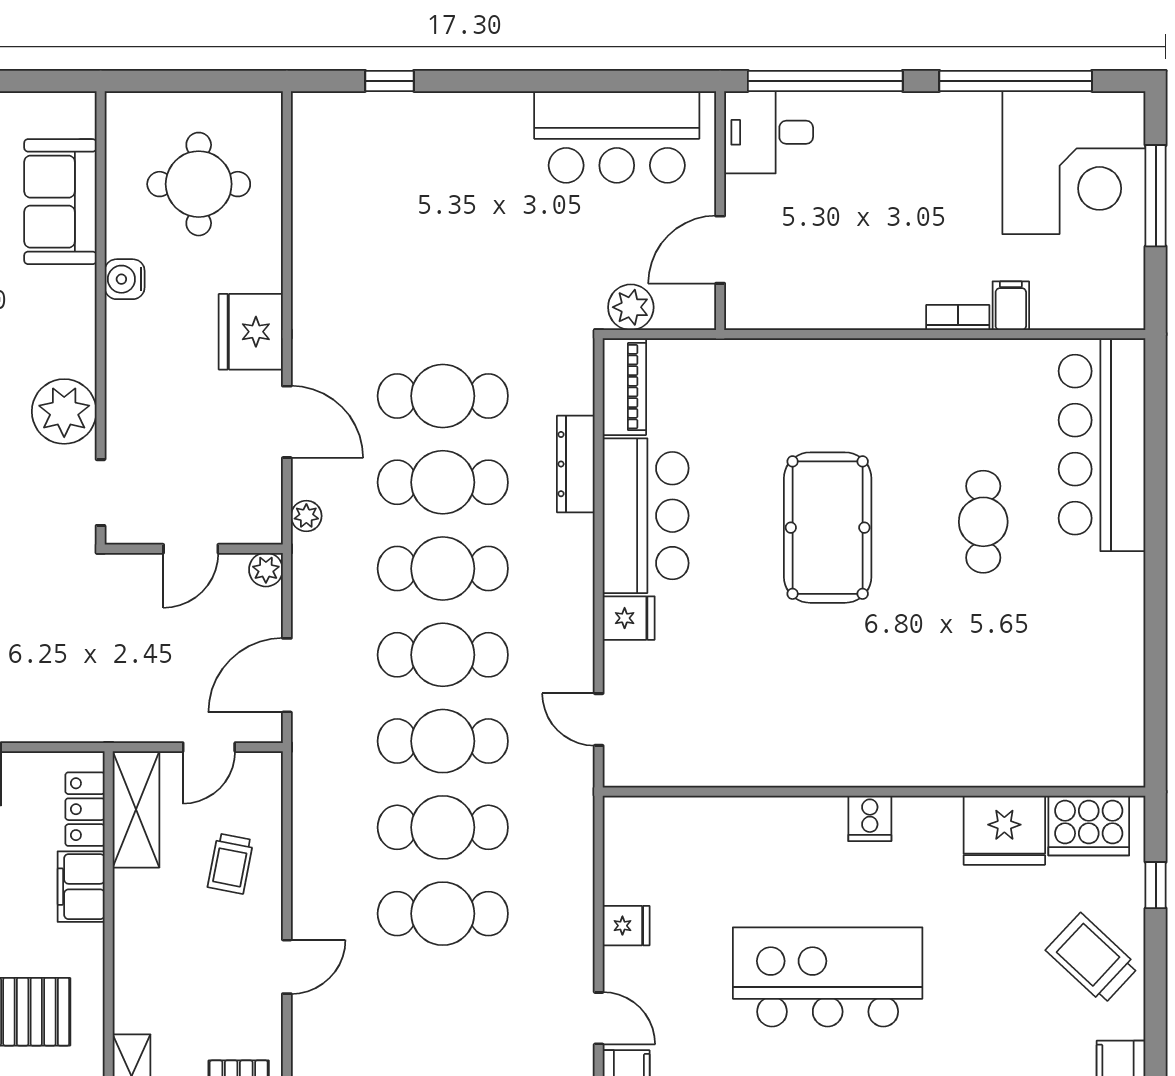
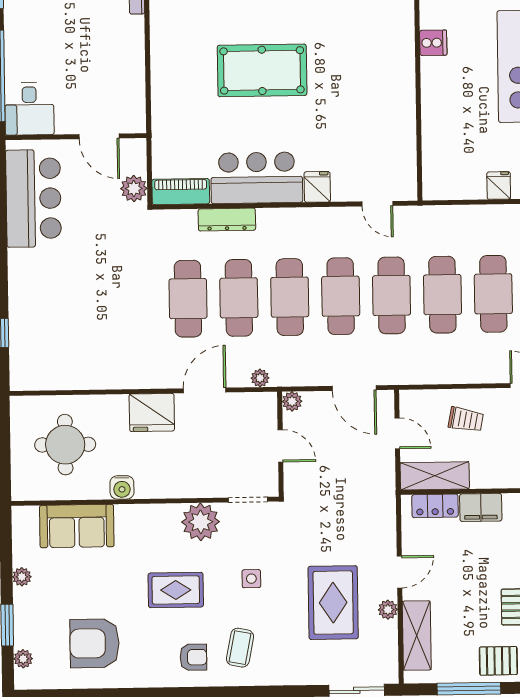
door: (599, 719) -> (377, 204), hinge flipped

